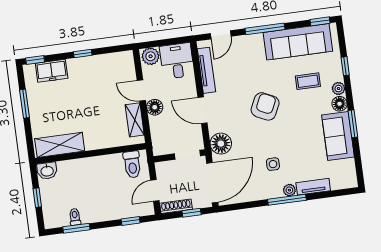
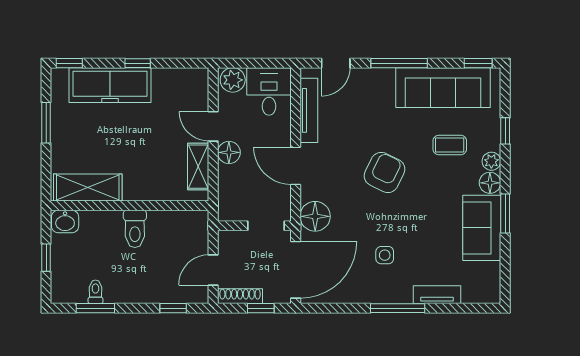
freezer: (52, 71) -> (110, 85), width x1.91, depth x1.26
toilet: (132, 164) -> (135, 229), moved
plant: (289, 190) -> (403, 295), removed

